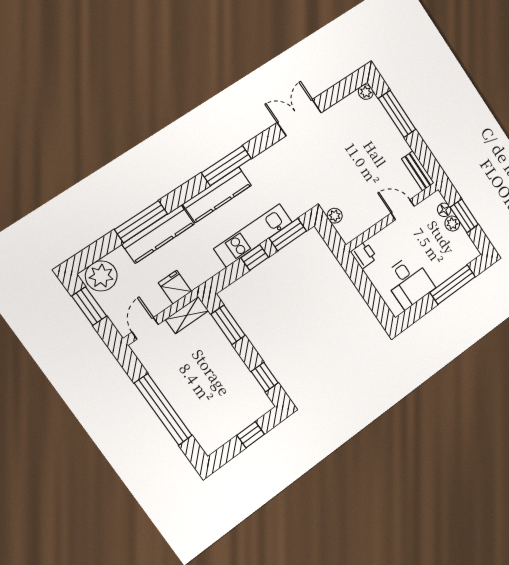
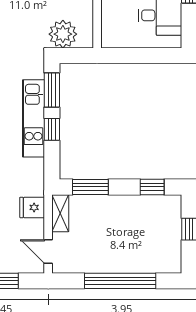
plant: (335, 216) -> (63, 34), width x1.88, depth x1.88
printer: (364, 255) -> (111, 38), removed

